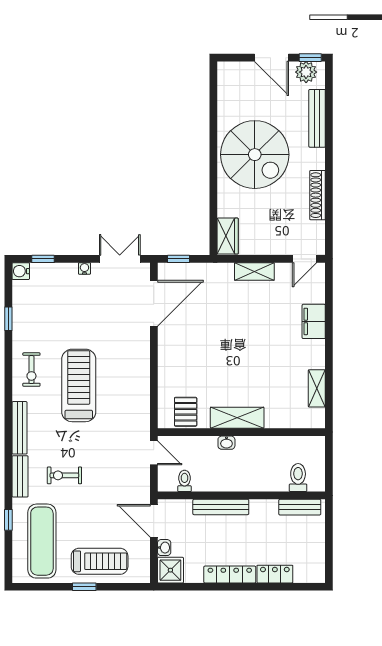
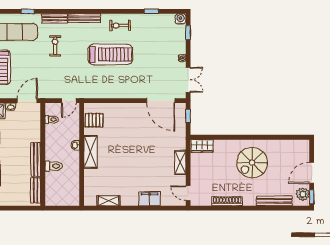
spiral stairs: (255, 155) -> (252, 163), width x0.73, depth x0.73
toilet: (298, 478) -> (54, 166), moved
bench: (221, 507) -> (36, 160), moved

